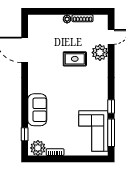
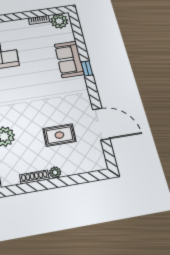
rug: (75, 59) -> (59, 135), moved
window: (25, 134) -> (87, 68), moved

